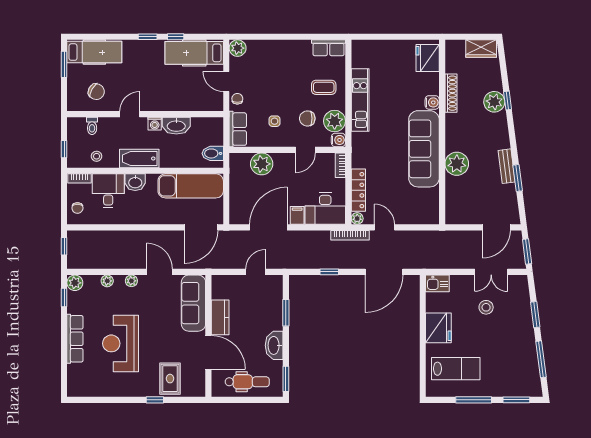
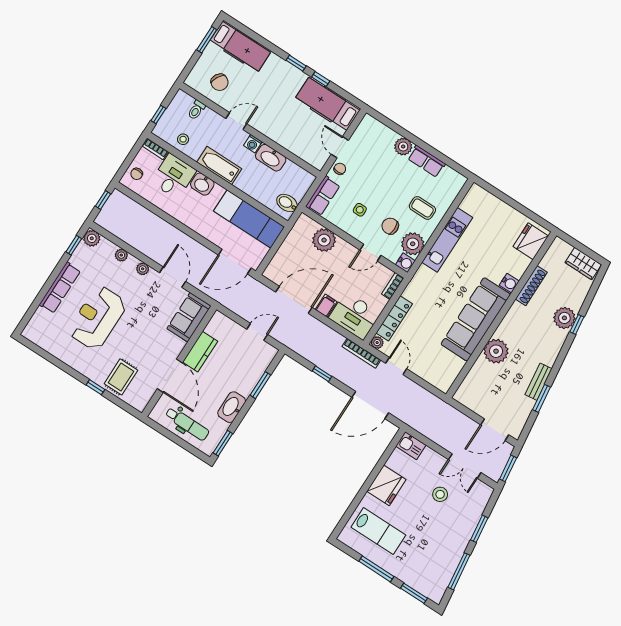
plant: (238, 48) -> (403, 147), moved
row of seats: (329, 48) -> (427, 161), moved
sofa: (193, 303) -> (189, 317), width x0.73

